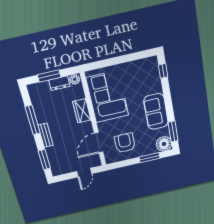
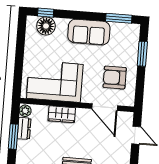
floor lamp: (164, 144) -> (46, 26), moved

